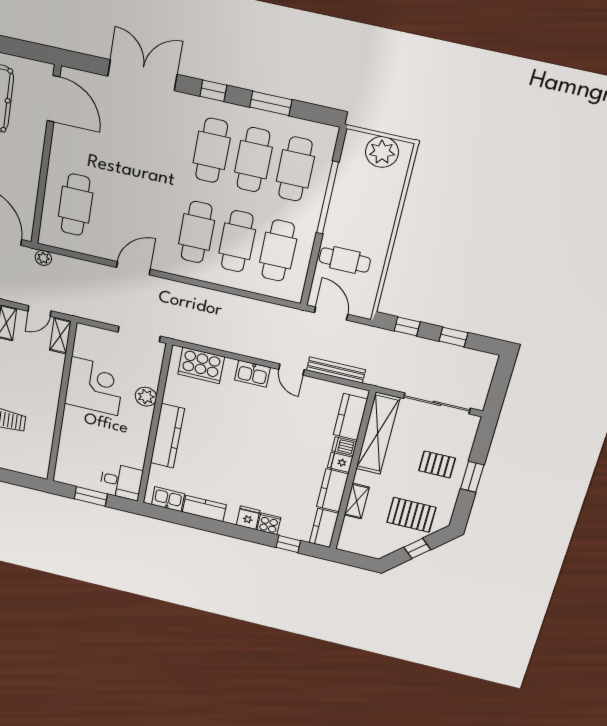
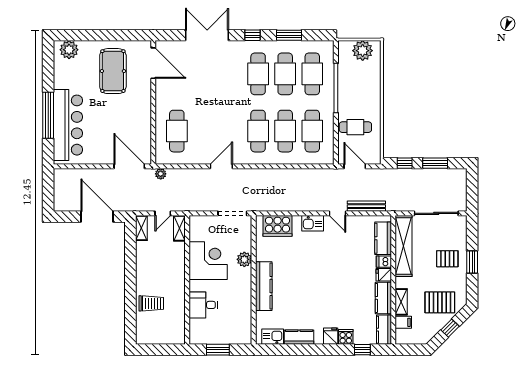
window: (453, 337) -> (435, 163), width x1.50
desk: (121, 481) -> (203, 305), moved, turned 180
filing cabinet: (353, 526) -> (403, 322), added

